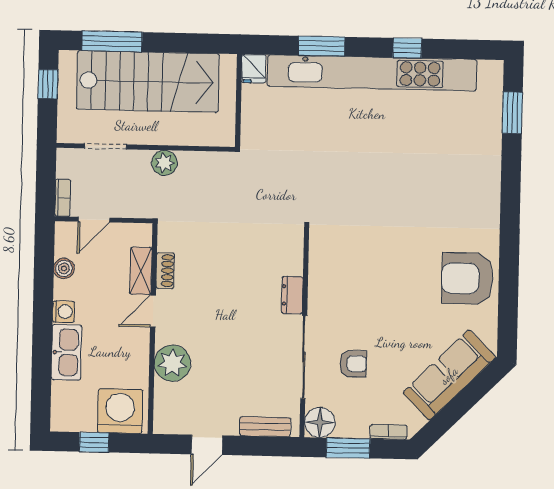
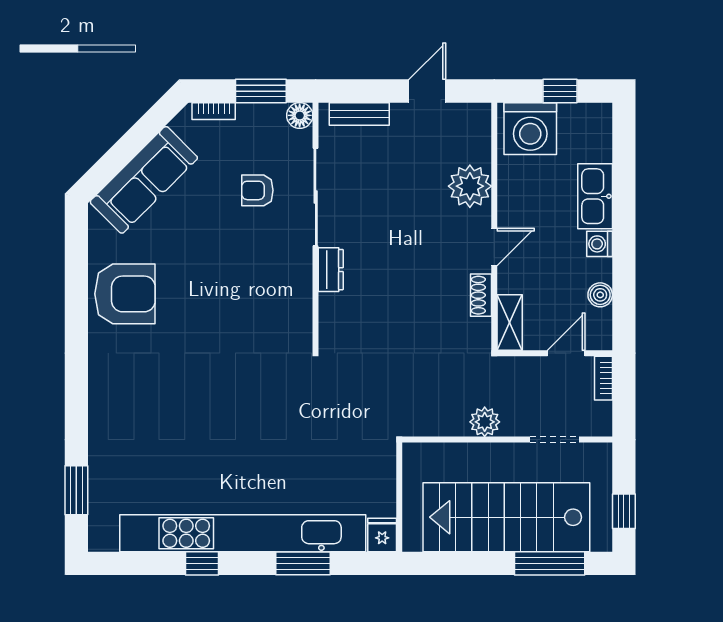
shelving: (141, 271) -> (510, 322), moved
floor lamp: (320, 422) -> (300, 115), width x0.73, depth x0.73

